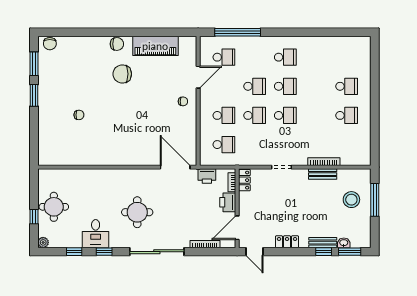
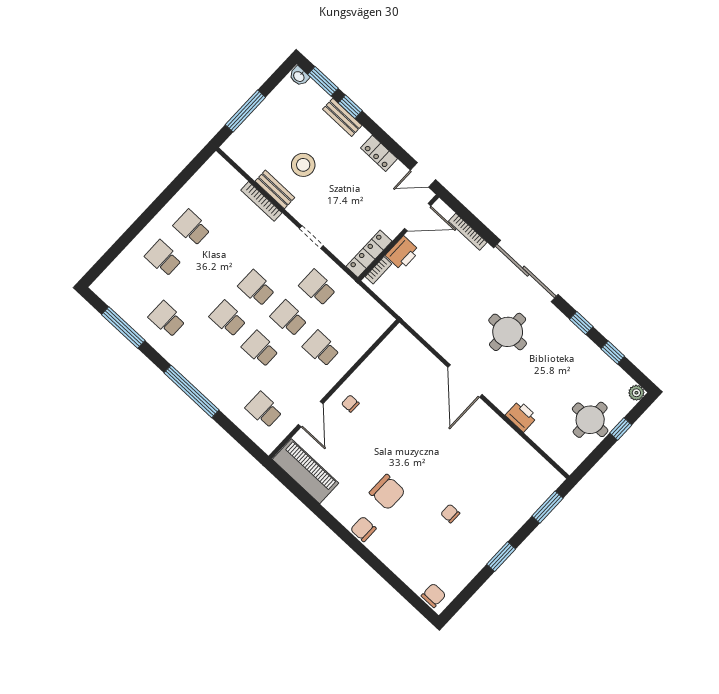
window: (238, 32) -> (191, 391), moved
window: (334, 32) -> (123, 328), added
piano: (155, 46) -> (305, 471), moved
school desk: (285, 57) -> (167, 319), moved
window: (34, 64) -> (548, 507), moved
door: (198, 77) -> (311, 414), swing flipped
chair: (79, 115) -> (450, 513), moved
school desk: (224, 145) -> (317, 288), moved
door: (175, 167) -> (465, 381), moved
printer: (207, 176) -> (521, 416), moved
locker: (244, 180) -> (369, 254), width x1.53
stool: (351, 200) -> (303, 165), moved
desk: (96, 234) -> (573, 350), removed
washbasin: (344, 243) -> (299, 76), moved
door: (255, 252) -> (423, 175), swing flipped

